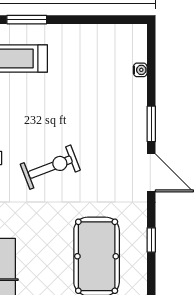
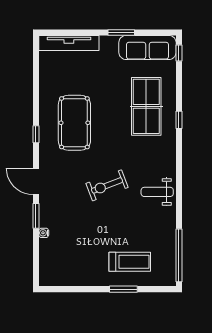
water cooler: (140, 70) -> (44, 233), moved

